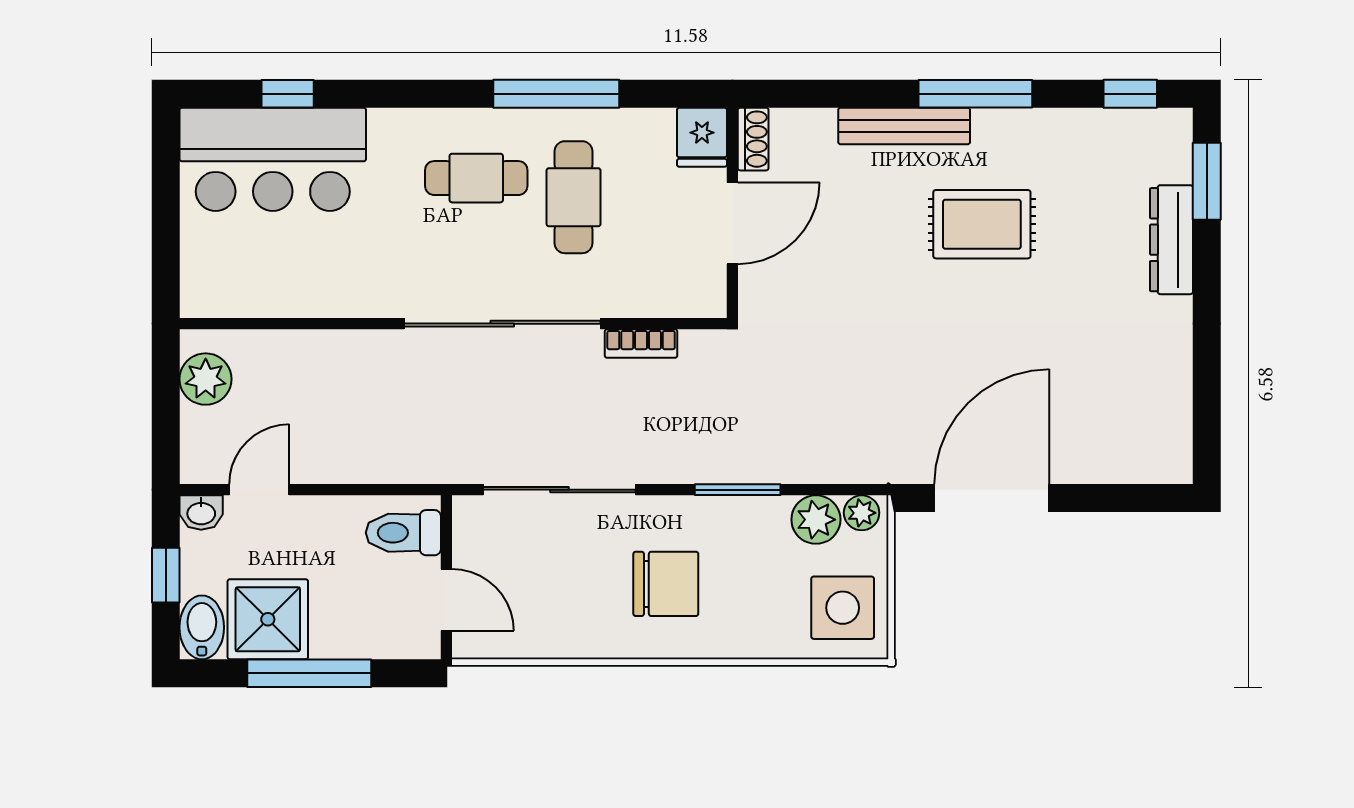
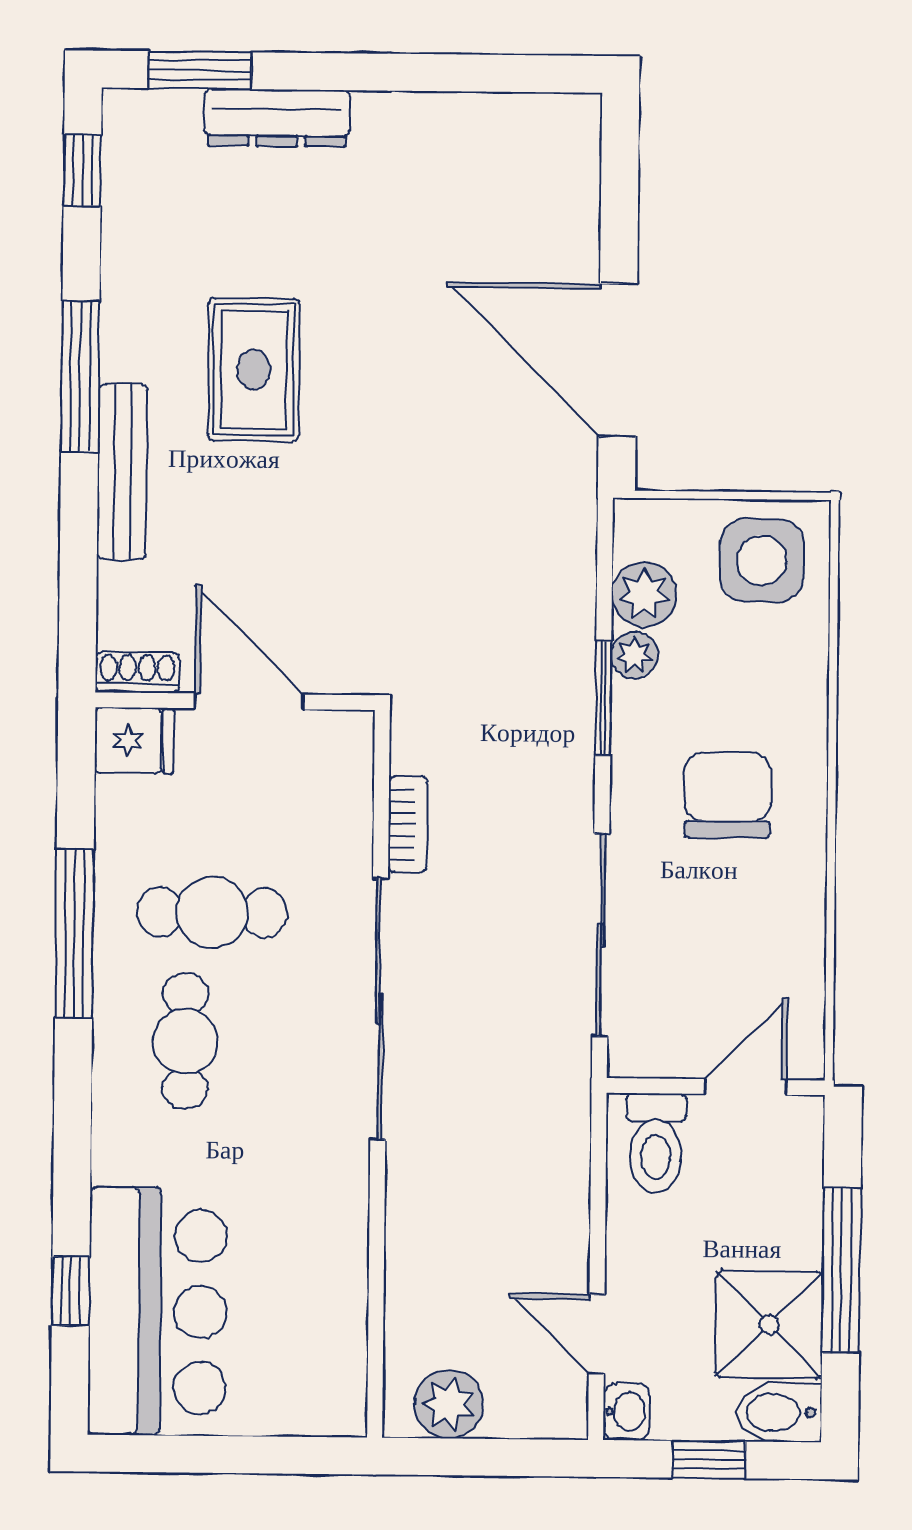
plant: (862, 513) -> (634, 655), moved

